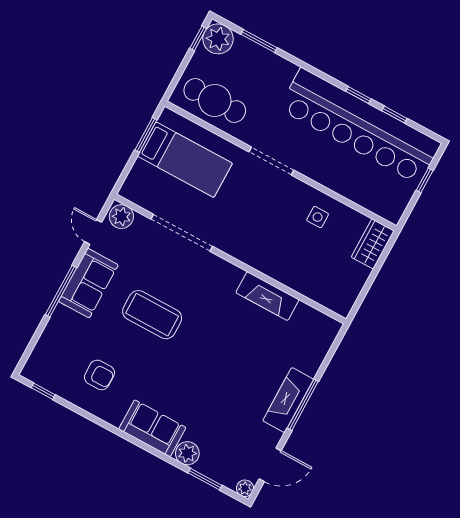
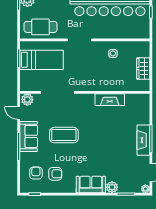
wardrobe: (373, 244) -> (143, 68), moved
armchair: (66, 355) -> (36, 173), added

